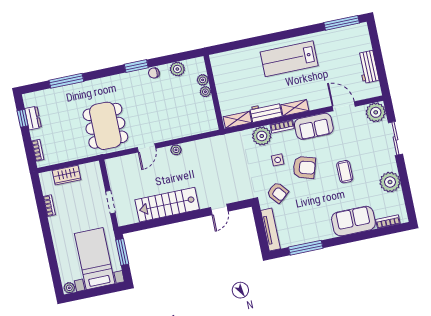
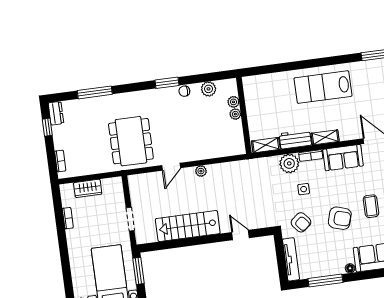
dresser: (33, 118) -> (56, 113), moved
armchair: (304, 167) -> (340, 218), moved
door: (219, 209) -> (240, 235), swing flipped
floor lamp: (329, 234) -> (350, 268), added

